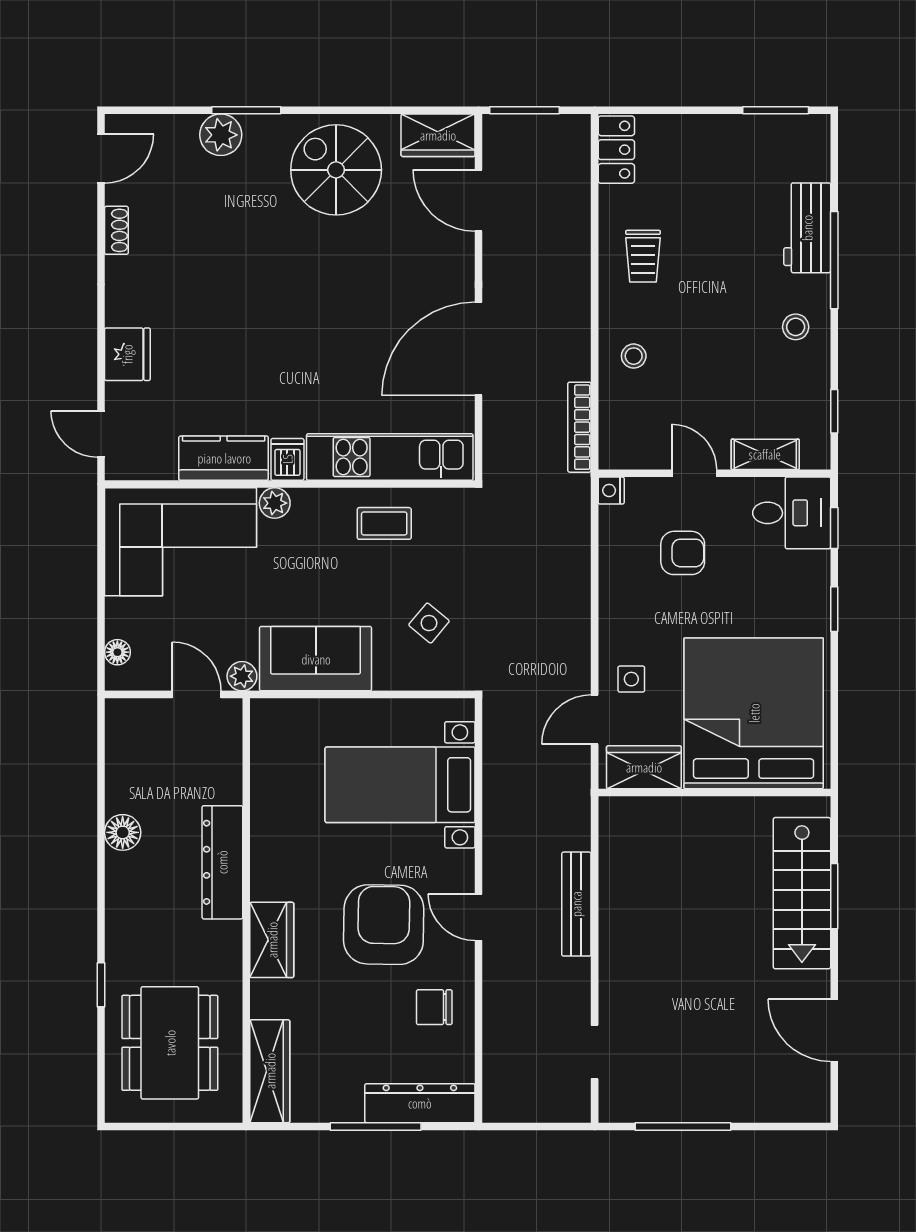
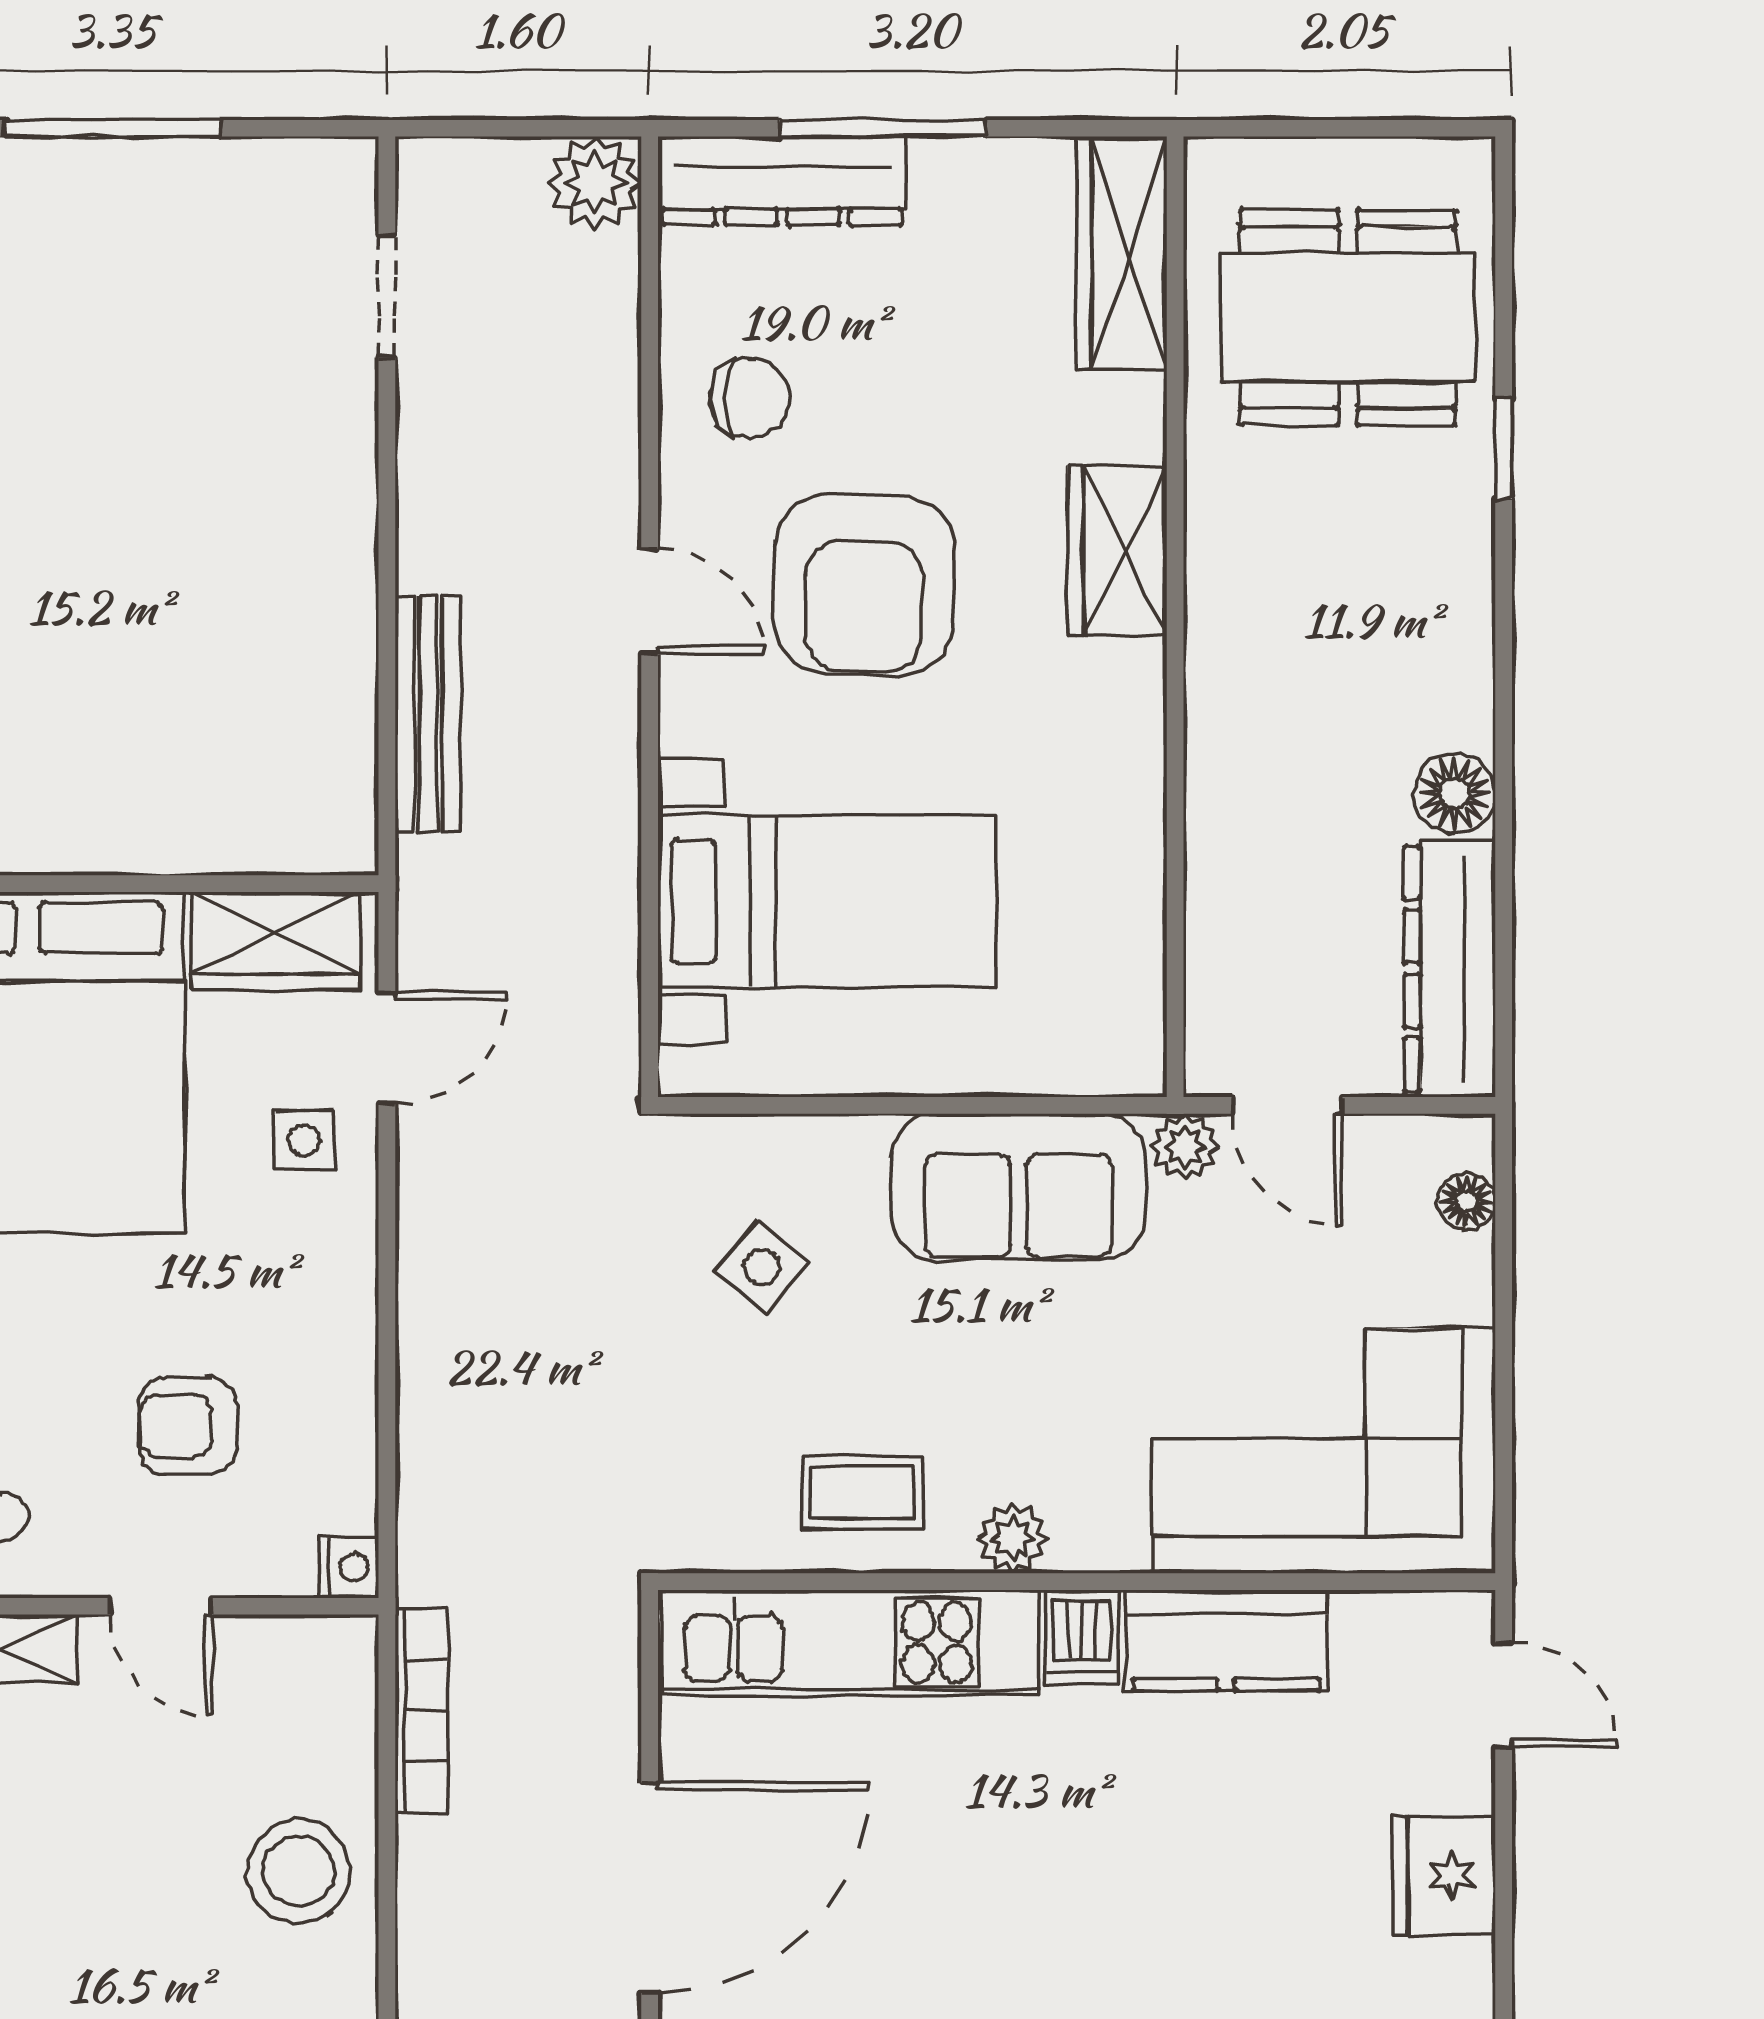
stool: (634, 356) -> (298, 1871), width x1.89, depth x1.89
plant: (275, 503) -> (1013, 1539), moved
dresser: (222, 862) -> (1450, 969), moved, turned 180
bench: (576, 904) -> (428, 714), moved
dining table: (170, 1043) -> (1348, 317), turned 90
plant: (503, 1102) -> (595, 183), added
window: (683, 1126) -> (113, 128), moved

